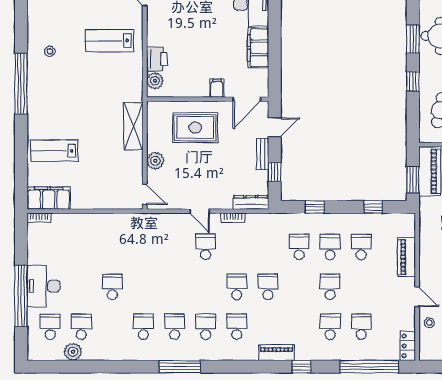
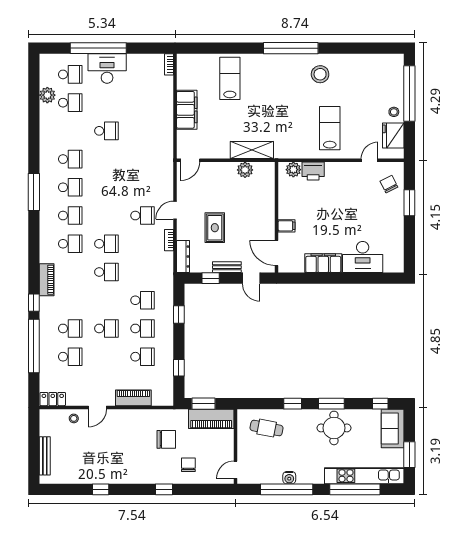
stool: (50, 51) -> (320, 74), width x1.89, depth x1.89
rug: (195, 128) -> (215, 228), moved, width x0.73, depth x0.70
plant: (155, 161) -> (245, 170), moved
filing cabinet: (49, 198) -> (187, 110), moved
window: (369, 367) -> (34, 346), moved

